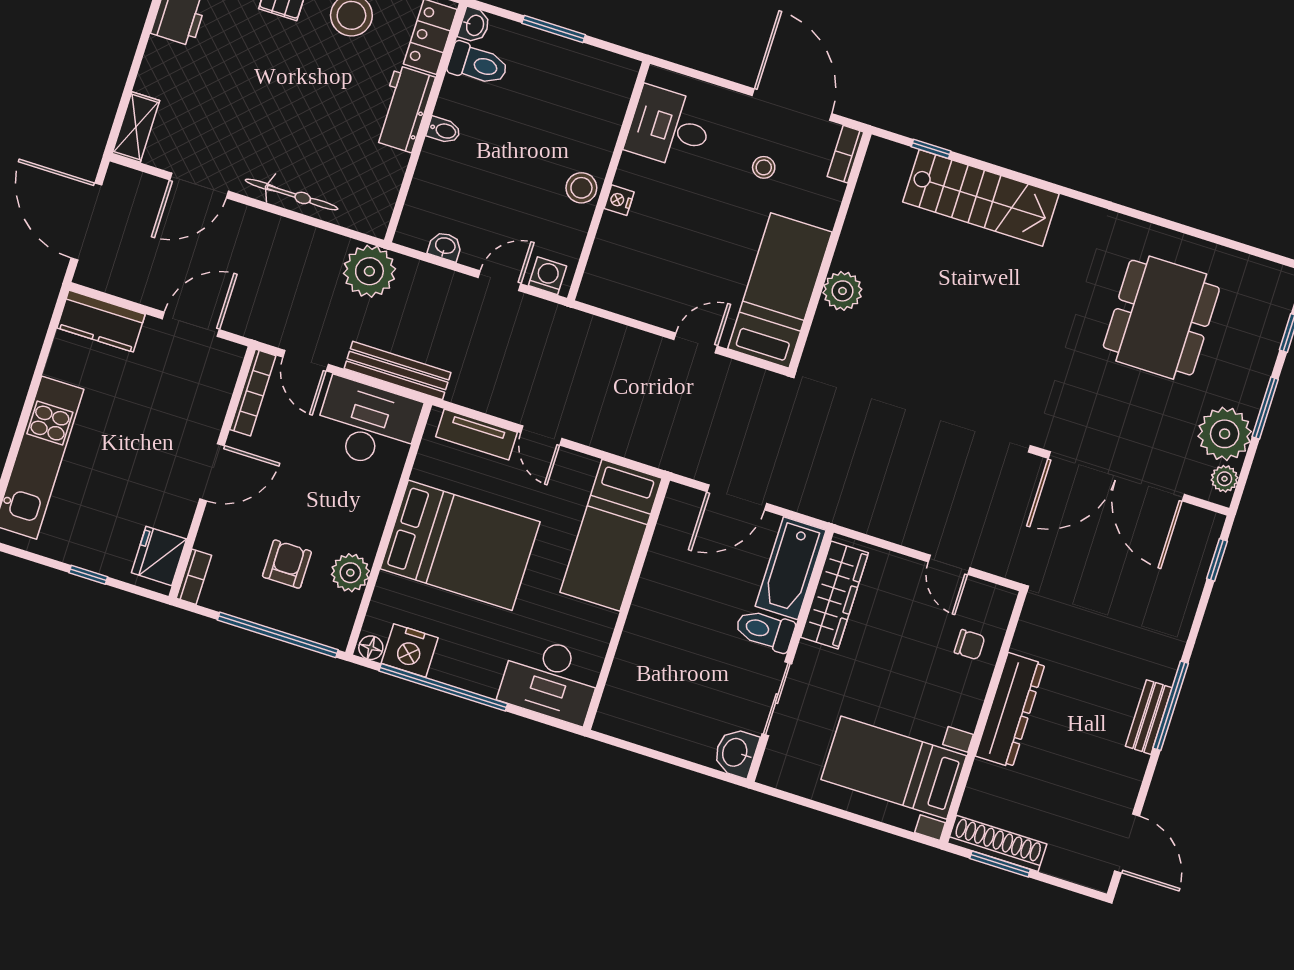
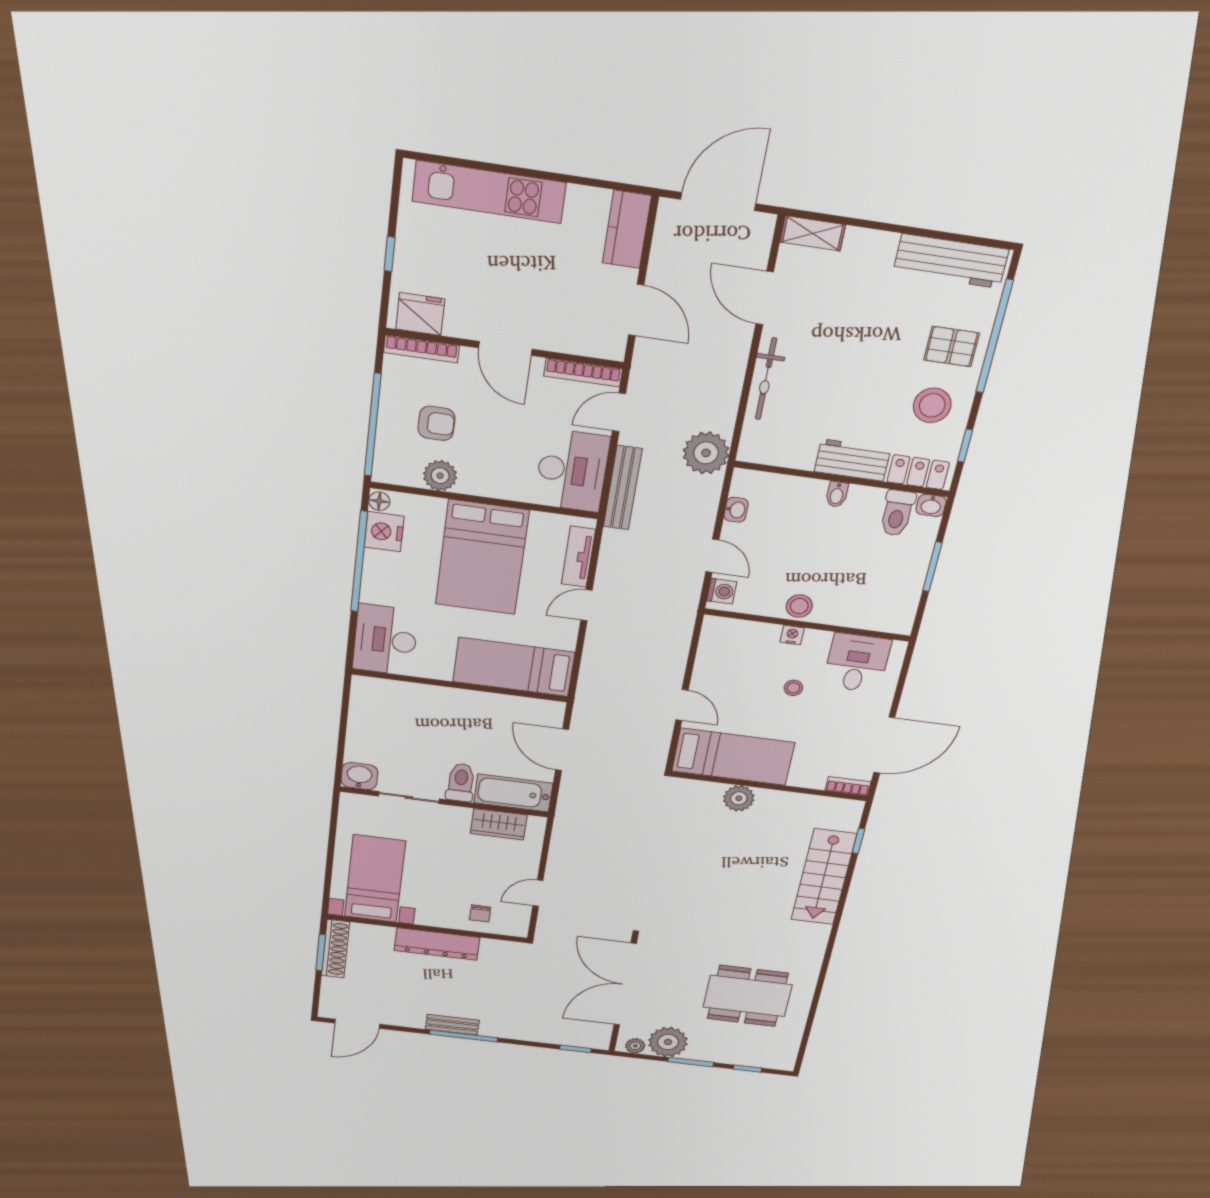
stool: (764, 167) -> (793, 688), moved
bookcase: (194, 577) -> (421, 349), width x1.56
wardrobe: (834, 595) -> (499, 824), width x0.67

